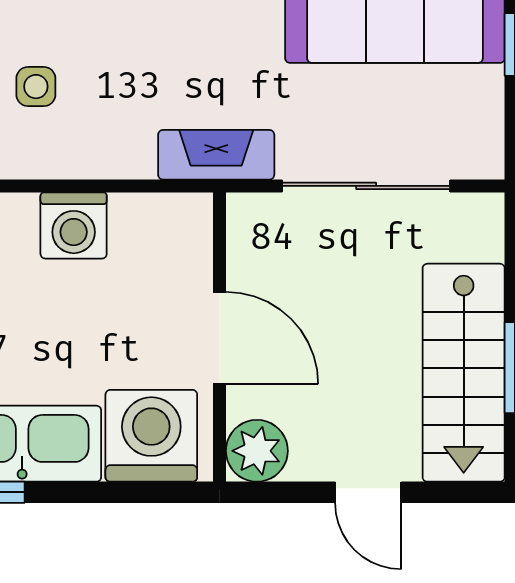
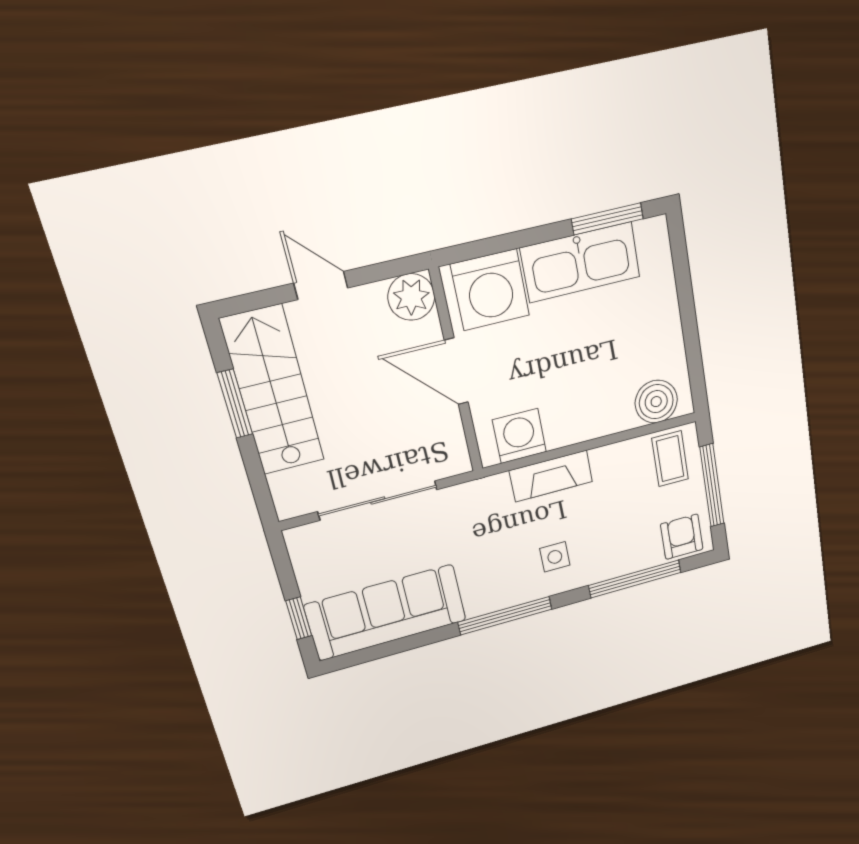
side table: (36, 87) -> (555, 557), moved
fireplace: (216, 155) -> (551, 476), moved
washing machine: (74, 225) -> (519, 436), moved

